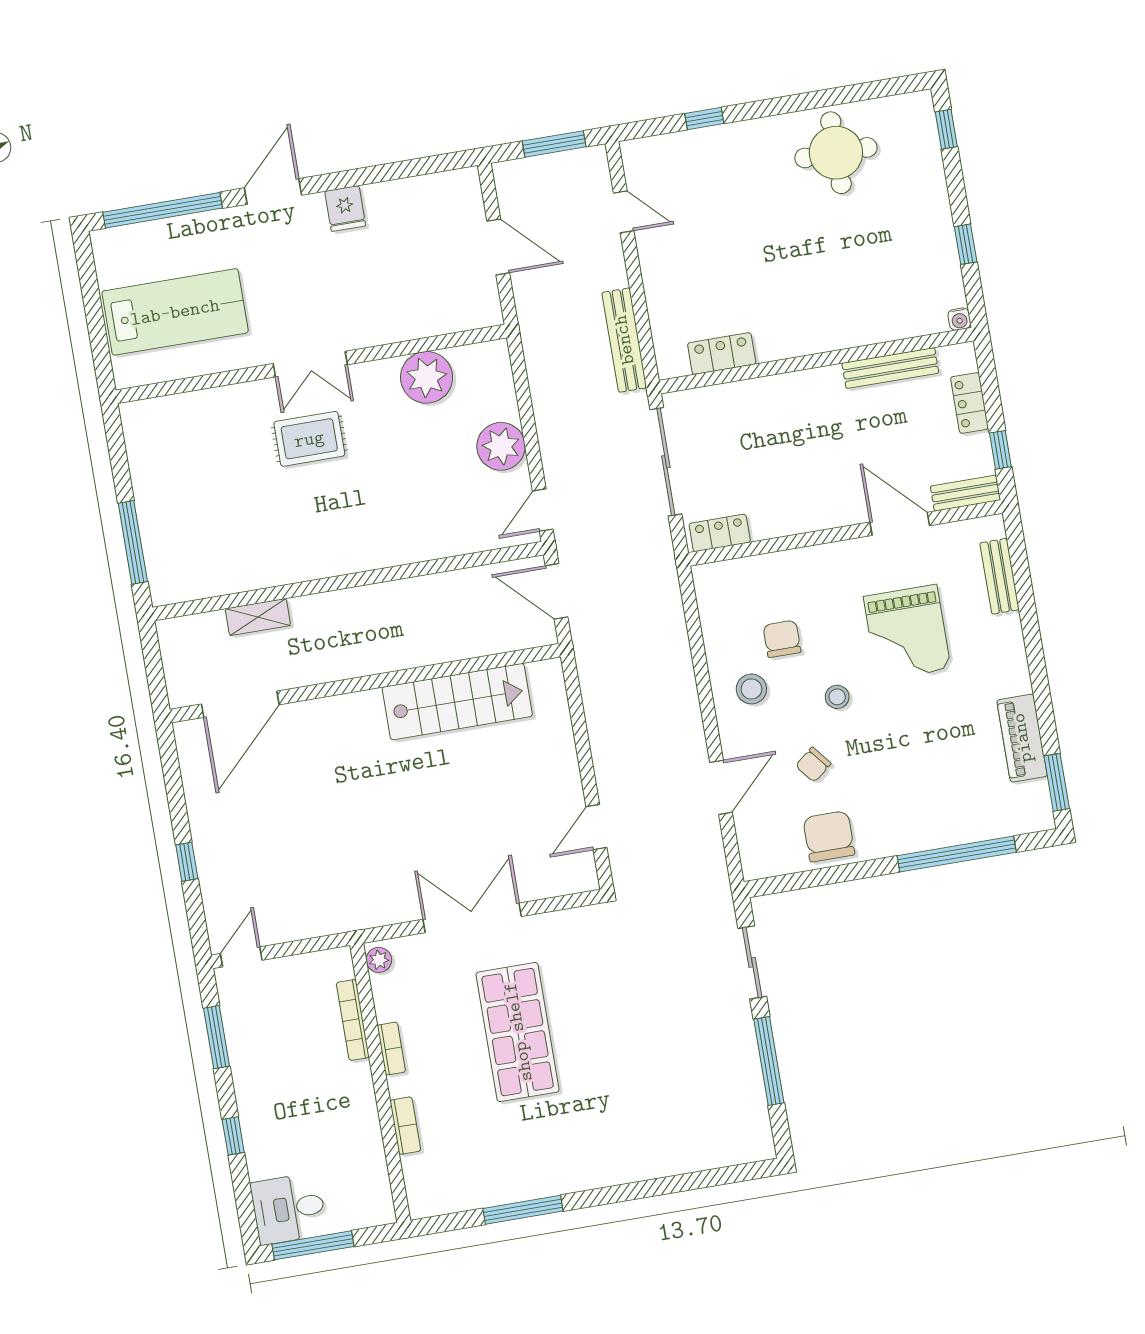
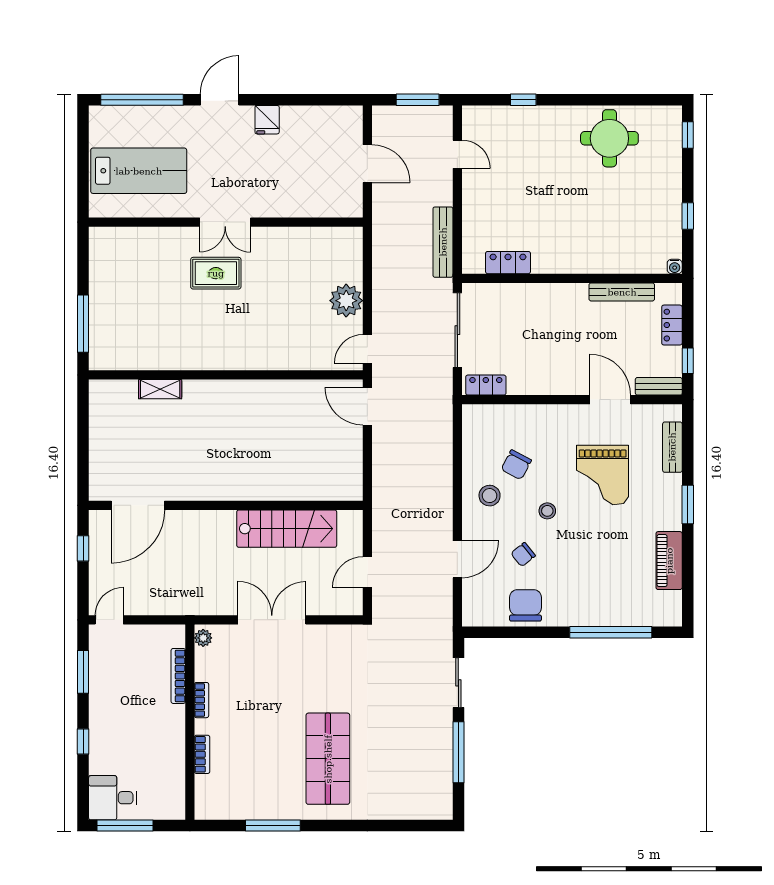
plant: (427, 377) -> (303, 245), removed
chair: (782, 639) -> (516, 465), turned -152
wall: (365, 683) -> (226, 505), moved
stairs: (457, 702) -> (287, 529), moved
door: (240, 704) -> (138, 505), moved
window: (1057, 782) -> (688, 505), moved
shop shelf: (518, 1032) -> (328, 759), moved

